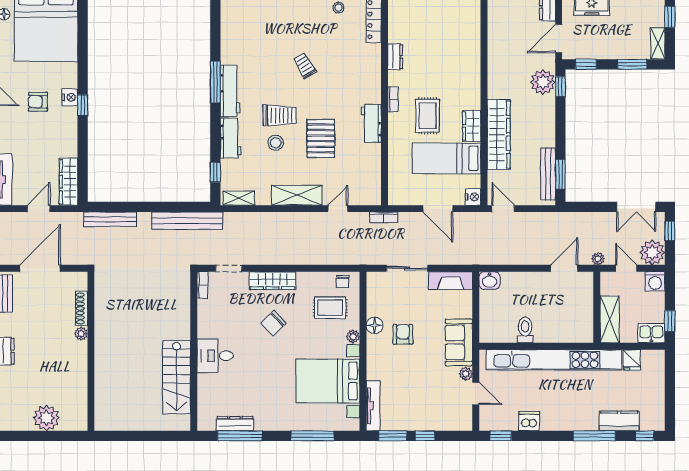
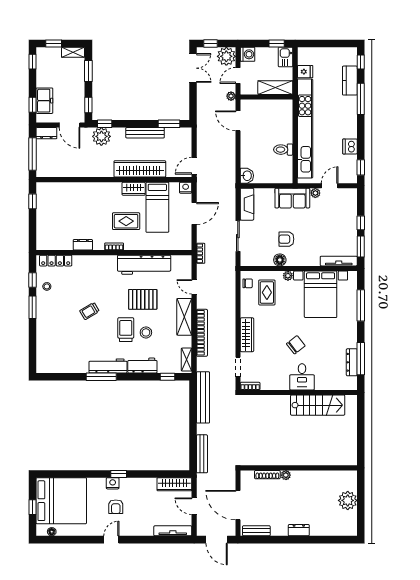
workbench: (371, 123) -> (144, 265), width x1.88, depth x1.32
bench: (548, 174) -> (145, 133), moved
bookcase: (275, 219) -> (202, 333), added
chair: (273, 323) -> (296, 345), moved, turned -84

